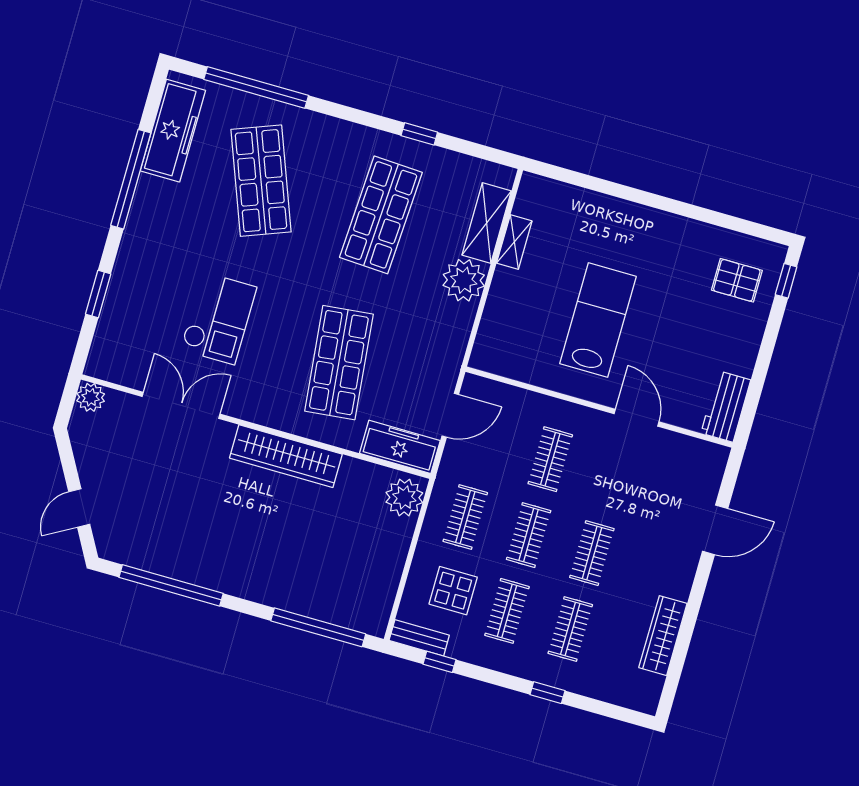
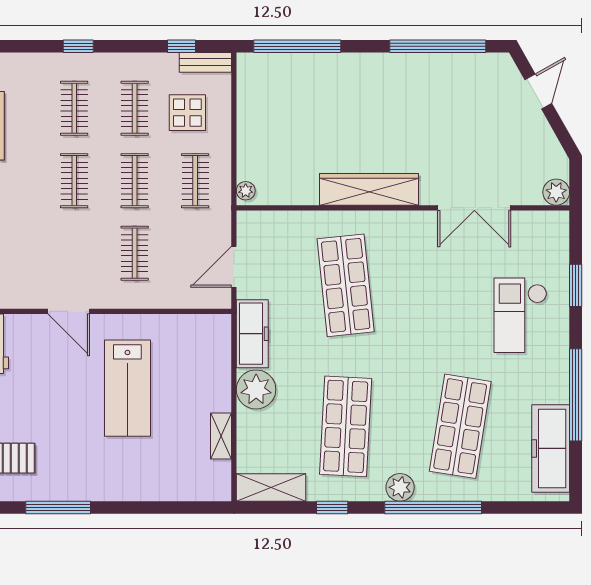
window: (256, 87) -> (433, 508), moved
plant: (342, 135) -> (400, 487), added
shop shelf: (261, 181) -> (460, 426), turned 30
window: (706, 216) -> (58, 508), added
shelving: (487, 223) -> (271, 488), moved, turned 90
checkout: (218, 318) -> (520, 315), moved
freezer: (400, 447) -> (252, 334), moved, turned -90
plant: (404, 498) -> (246, 191), width x0.53, depth x0.53

